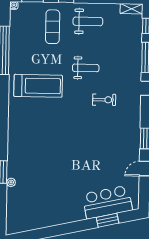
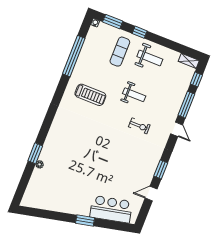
treadmill: (38, 86) -> (90, 95), width x0.73, depth x0.73
window: (108, 220) -> (85, 220), moved

